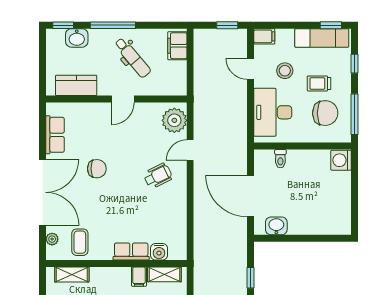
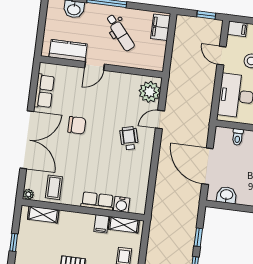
door: (123, 99) -> (94, 66), moved
wheelchair: (158, 176) -> (129, 138), turned -79
plant: (52, 239) -> (28, 194), moved

